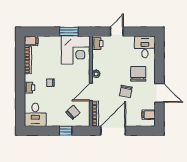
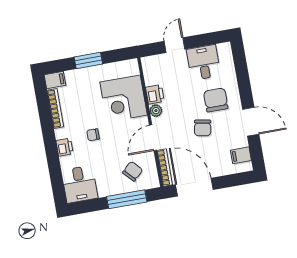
window: (69, 32) -> (88, 61), moved
printer: (97, 44) -> (155, 94), moved
desk: (145, 47) -> (204, 62), moved
corner desk: (76, 50) -> (124, 99), moved, turned 90
window: (66, 131) -> (127, 199), width x2.17
door: (113, 131) -> (194, 187), hinge flipped

